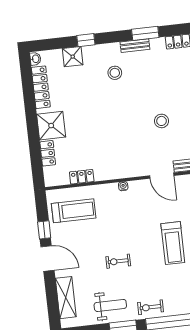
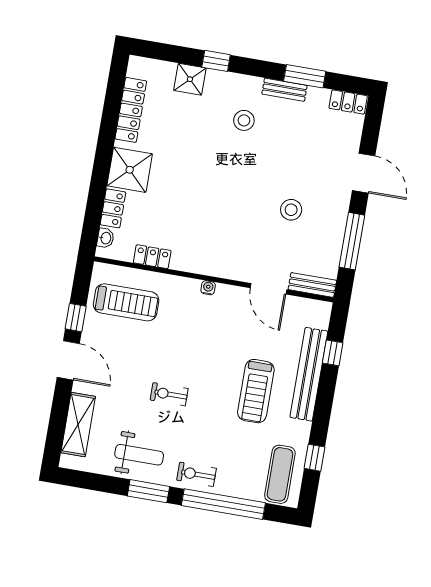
washbasin: (35, 59) -> (105, 238), moved

